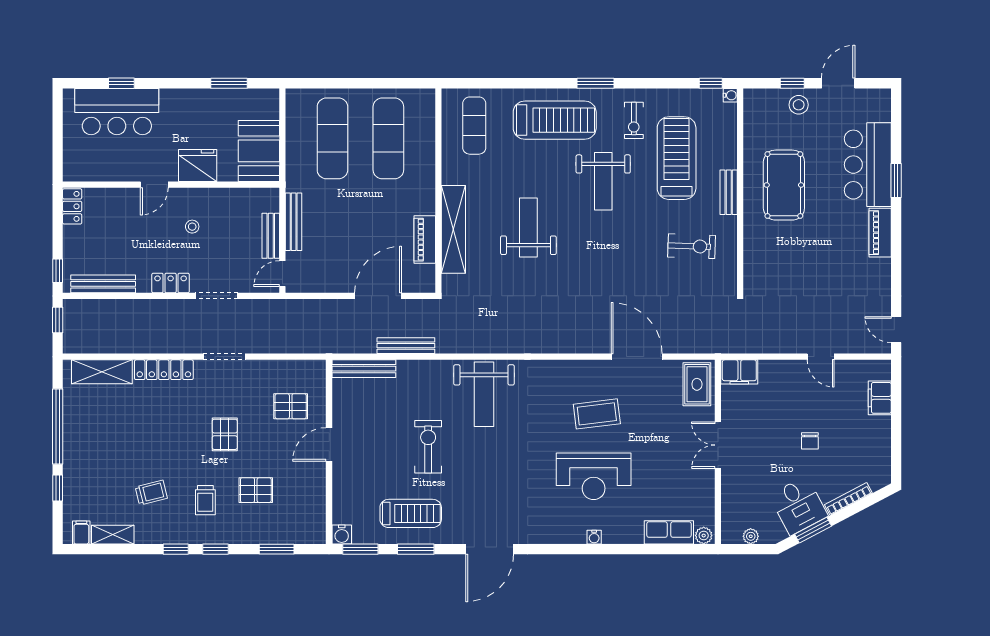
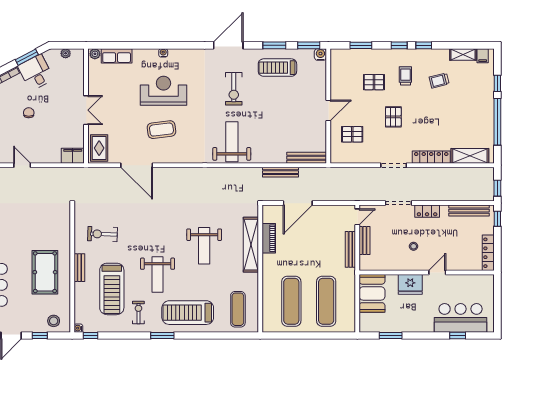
stool: (799, 105) -> (54, 321), moved
weight bench: (603, 181) -> (158, 275), turned 180
locker: (72, 206) -> (488, 253), width x1.53
exercise bike: (428, 447) -> (234, 89), moved

